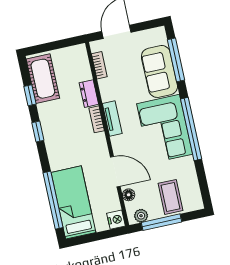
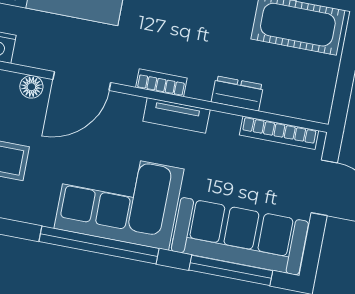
bookcase: (99, 65) -> (279, 133), width x1.56
sofa: (159, 71) -> (240, 236), width x1.36
bookcase: (97, 119) -> (161, 83), moved

